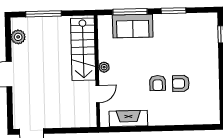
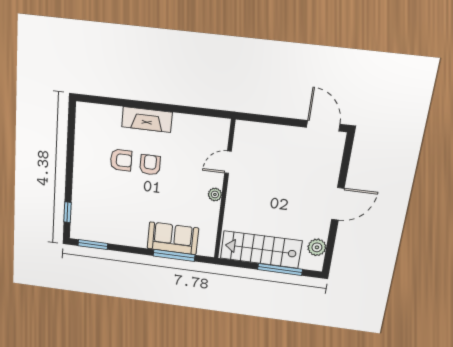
window: (173, 11) -> (93, 245), moved
stairs: (83, 49) -> (261, 250), moved, turned -90
fireplace: (128, 118) -> (147, 120), moved

